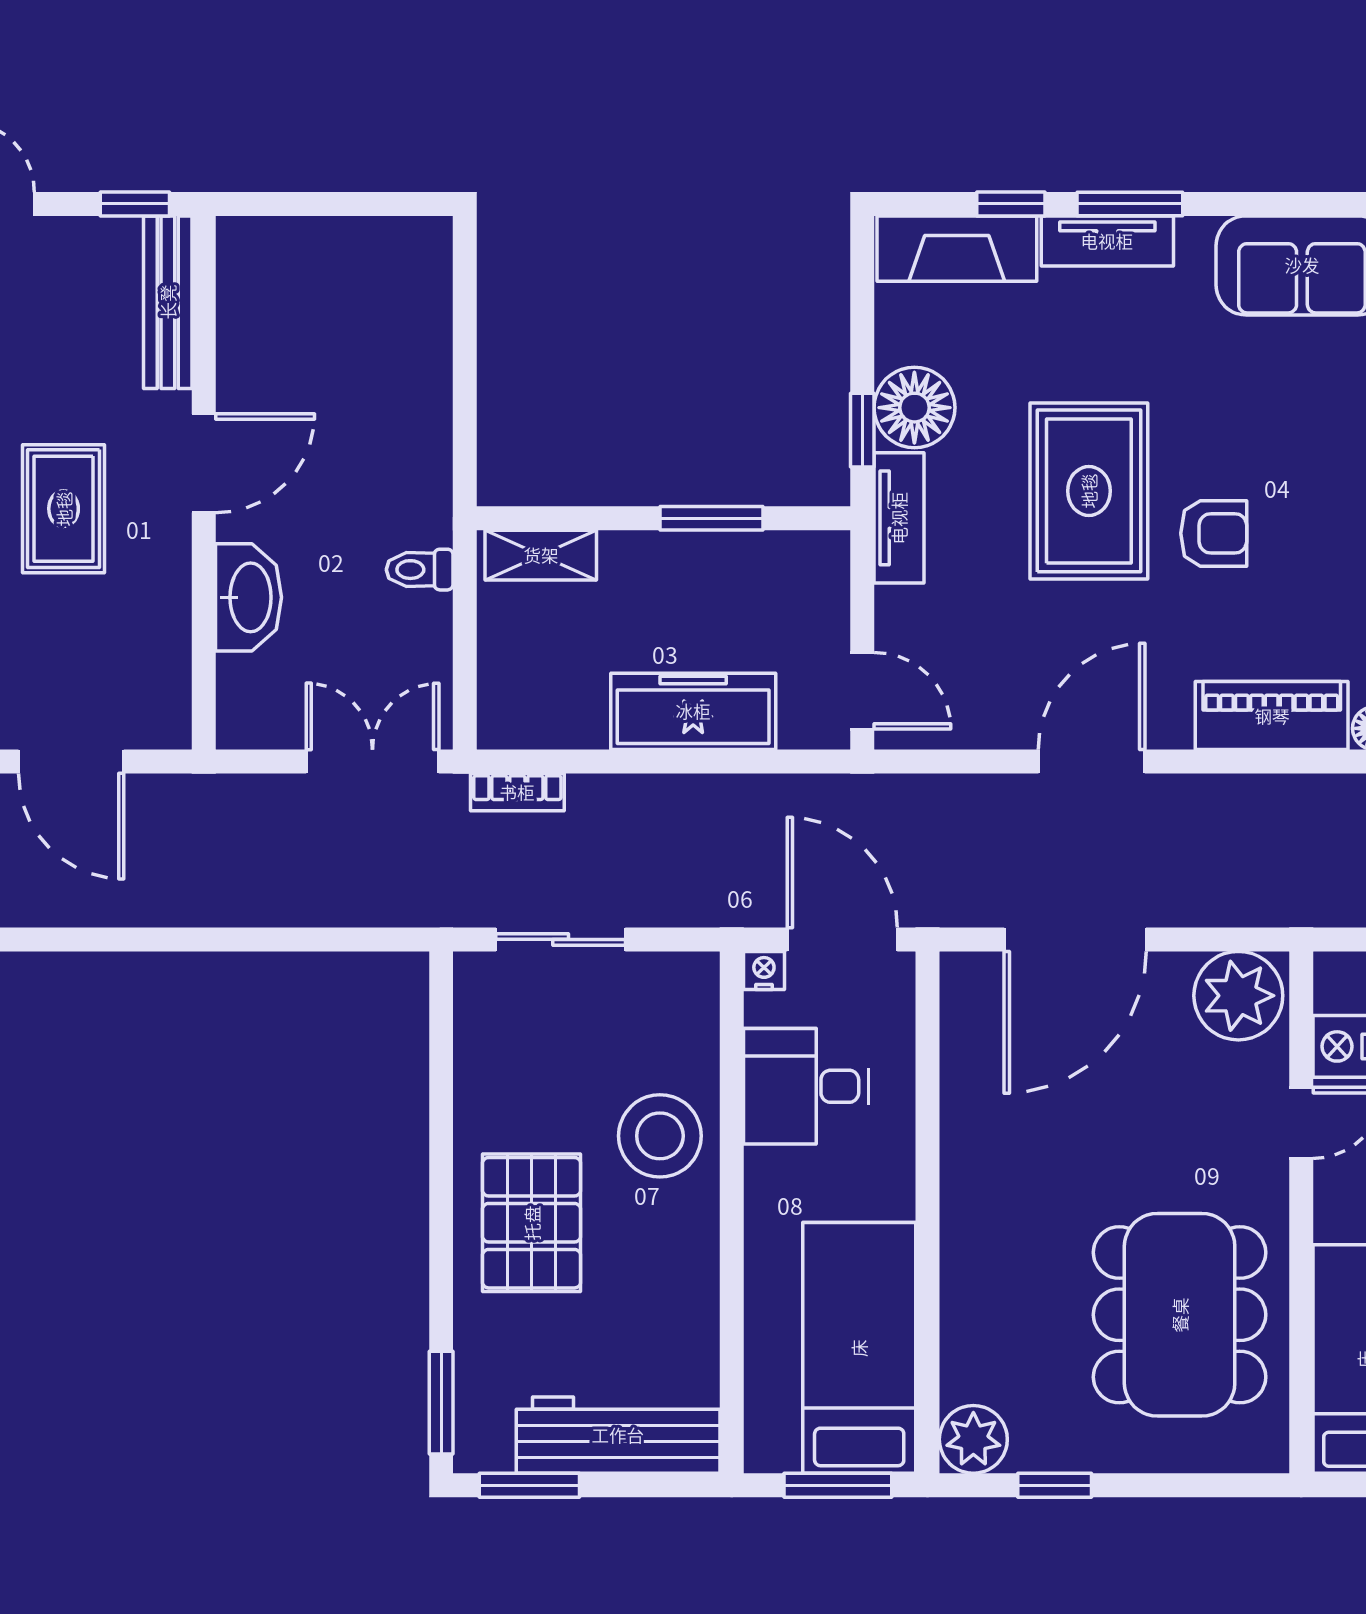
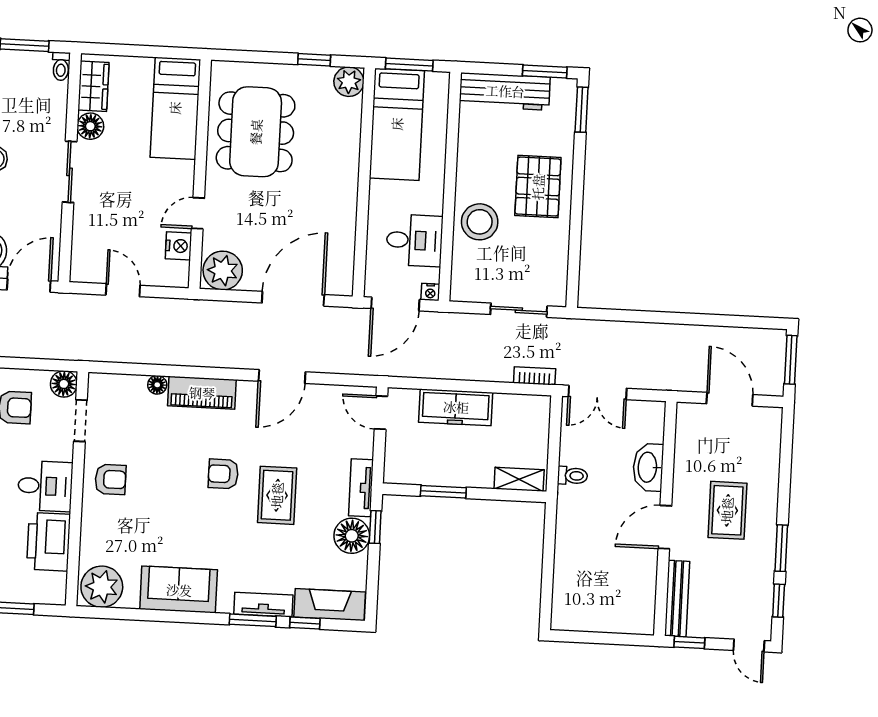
rug: (1089, 491) -> (277, 495), width x0.73, depth x0.70
door: (842, 939) -> (395, 304), hinge flipped

